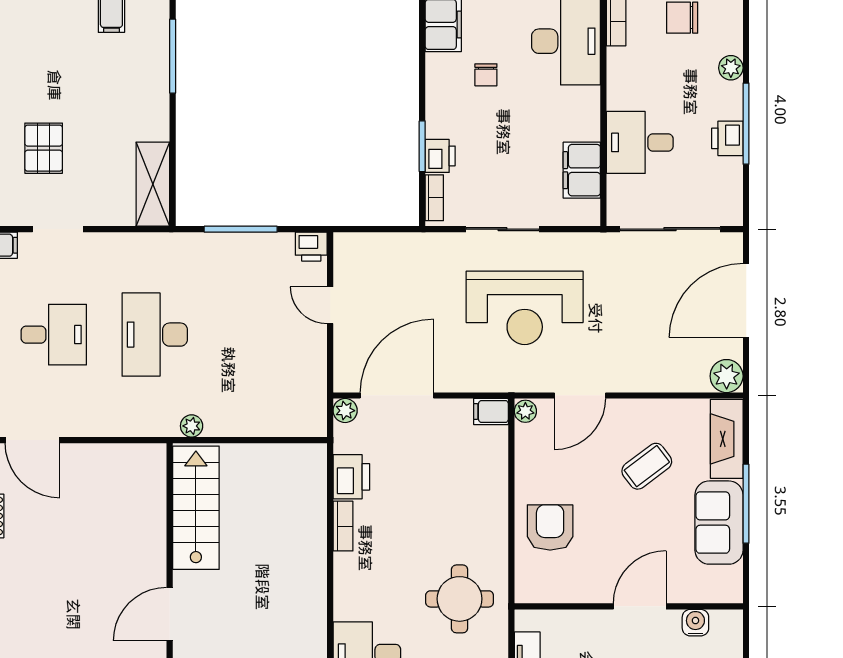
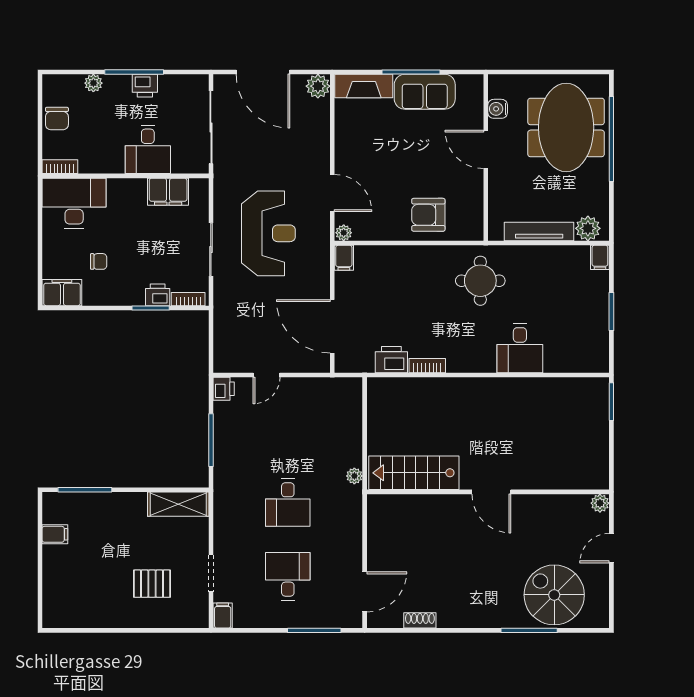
desk: (155, 335) -> (288, 503), width x0.73
plant: (345, 411) -> (343, 364), removed
coffee table: (647, 466) -> (384, 144), removed

